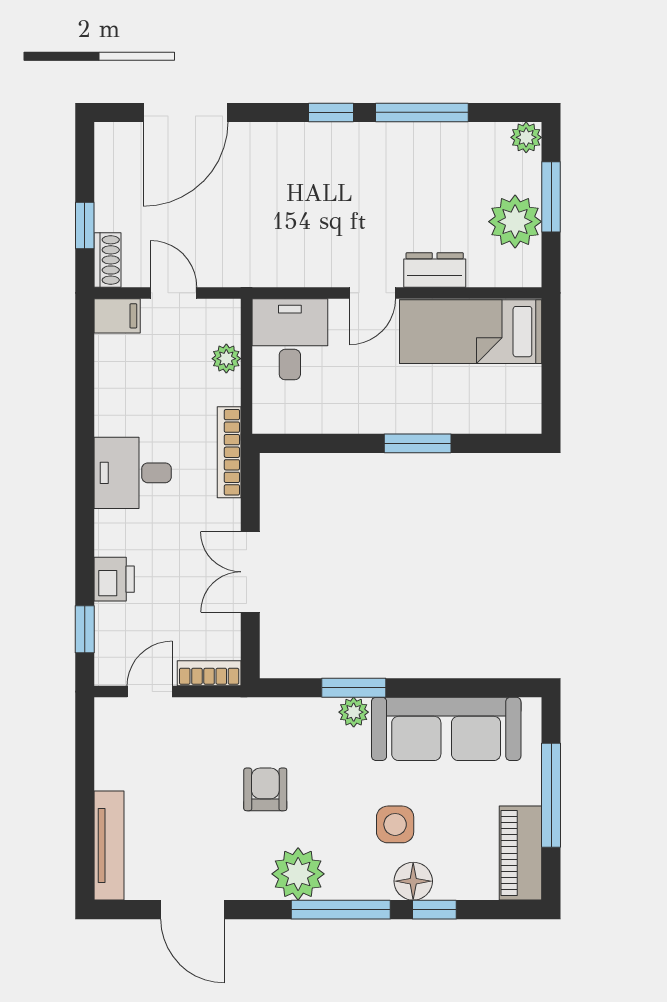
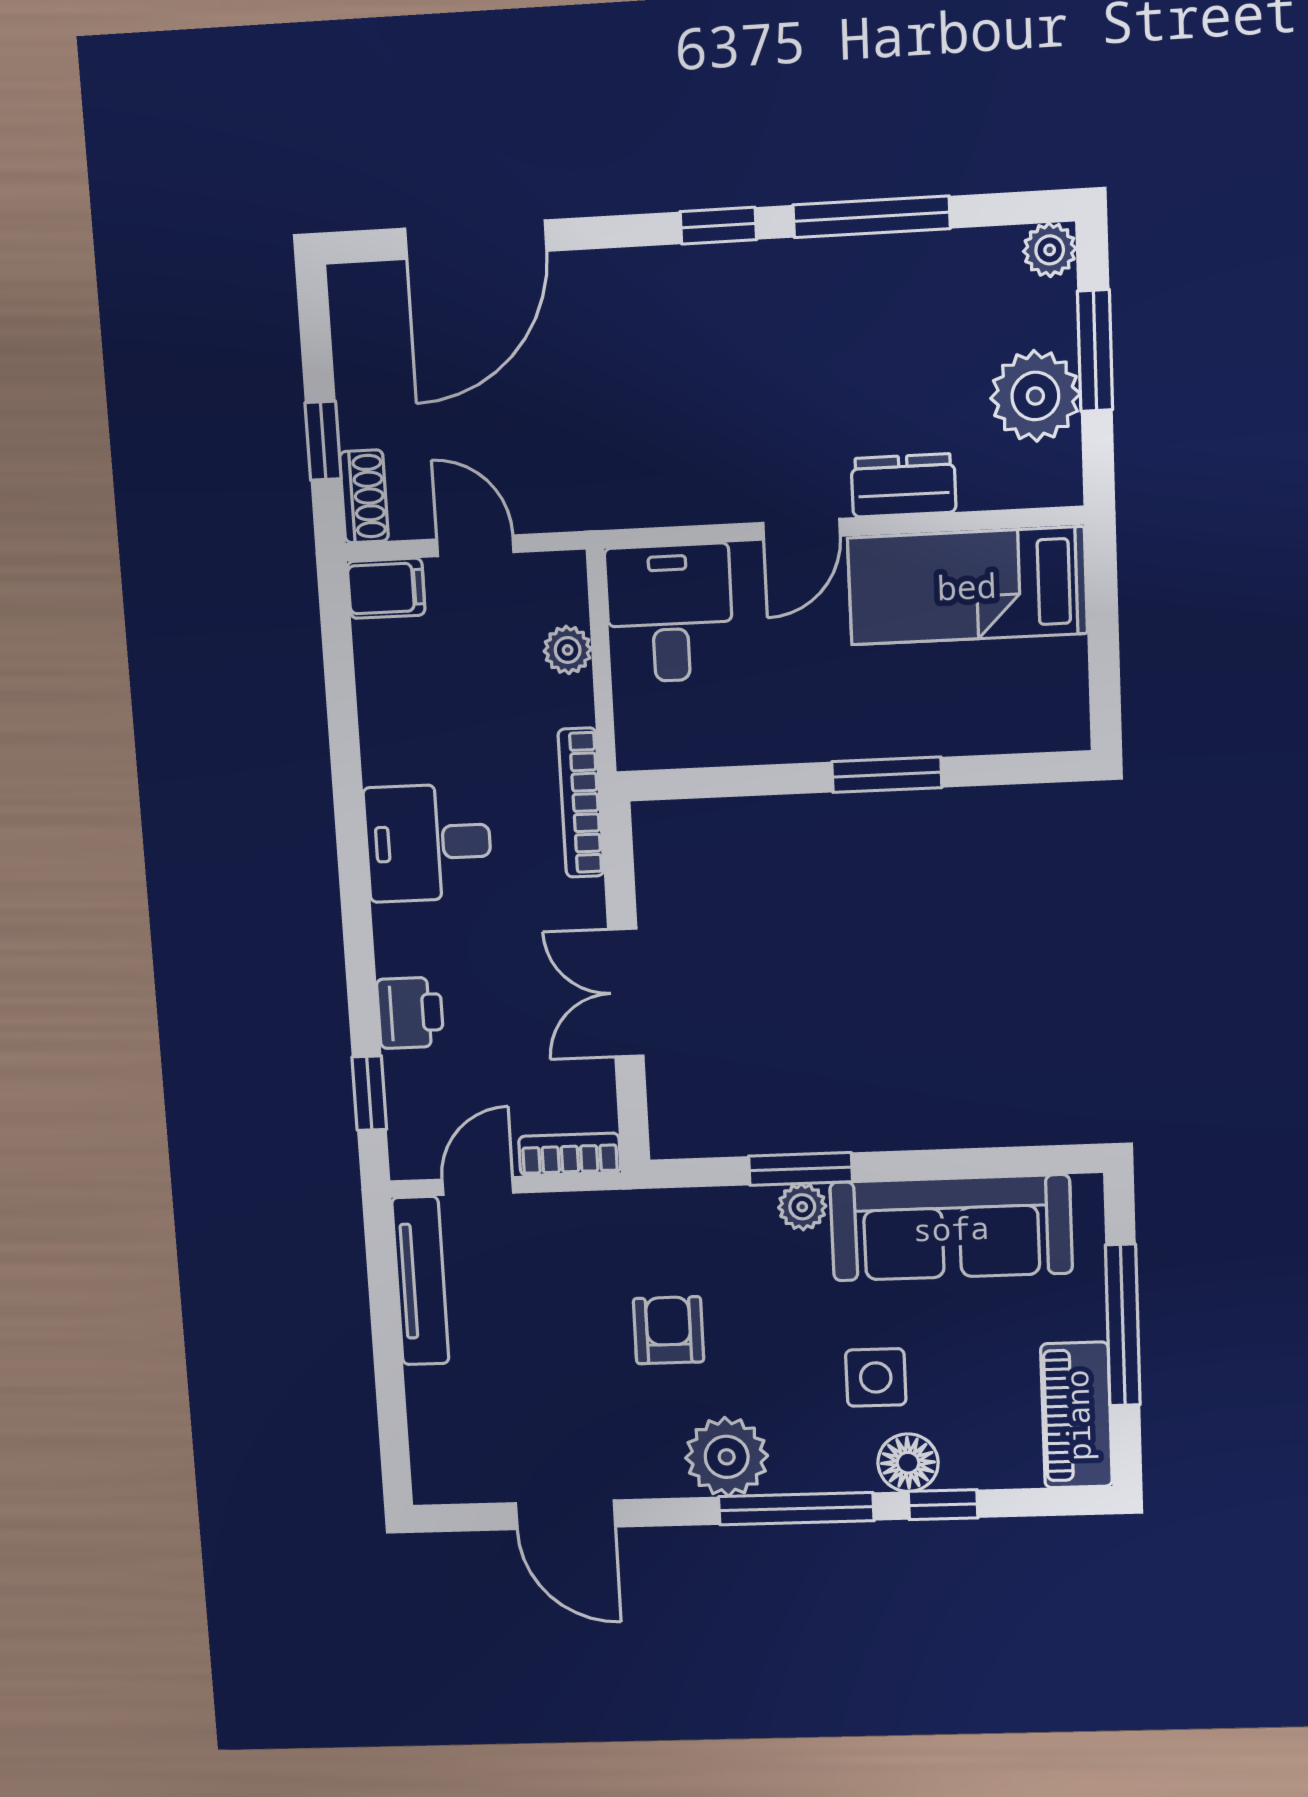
tv unit: (109, 846) -> (420, 1281), moved

